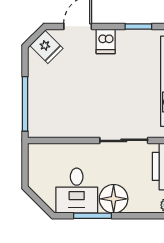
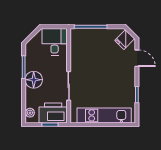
dishwasher: (106, 41) -> (128, 75), removed
desk: (77, 191) -> (55, 42), moved, turned 90

